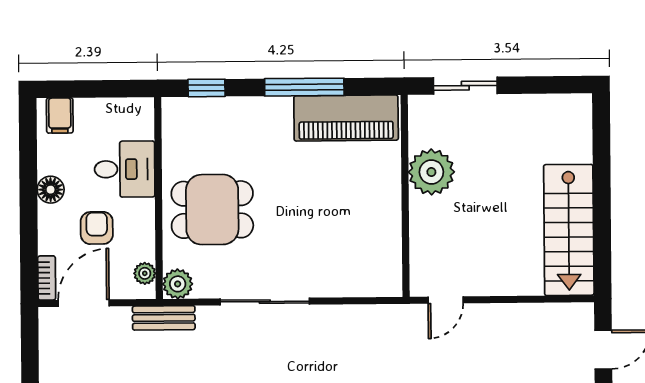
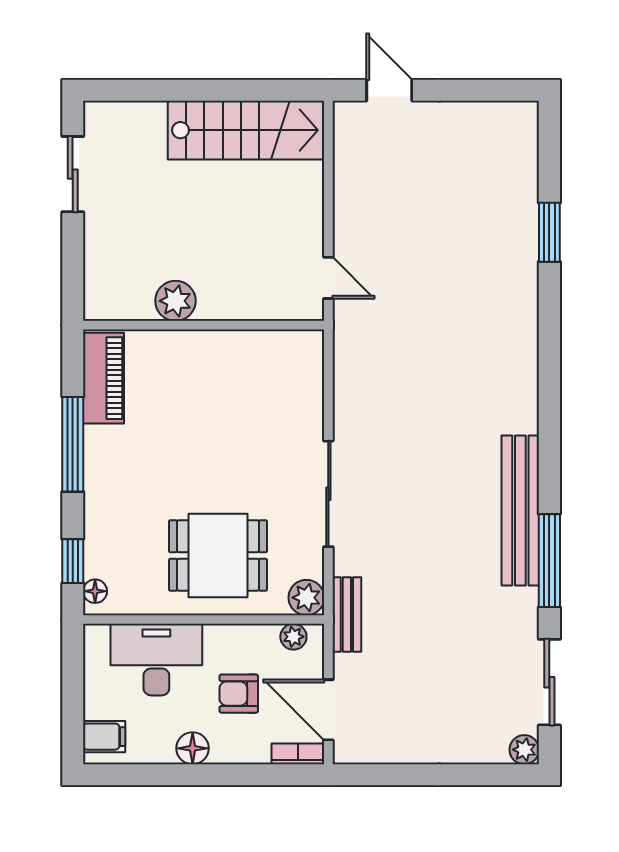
sliding door: (465, 86) -> (73, 174), moved
floor lamp: (181, 107) -> (95, 591), added
piano: (346, 118) -> (103, 378), width x0.73, depth x0.75
desk: (125, 169) -> (156, 660), width x1.37
plant: (431, 172) -> (175, 301), width x0.73, depth x0.73
dining table: (212, 210) -> (218, 555), turned 90

